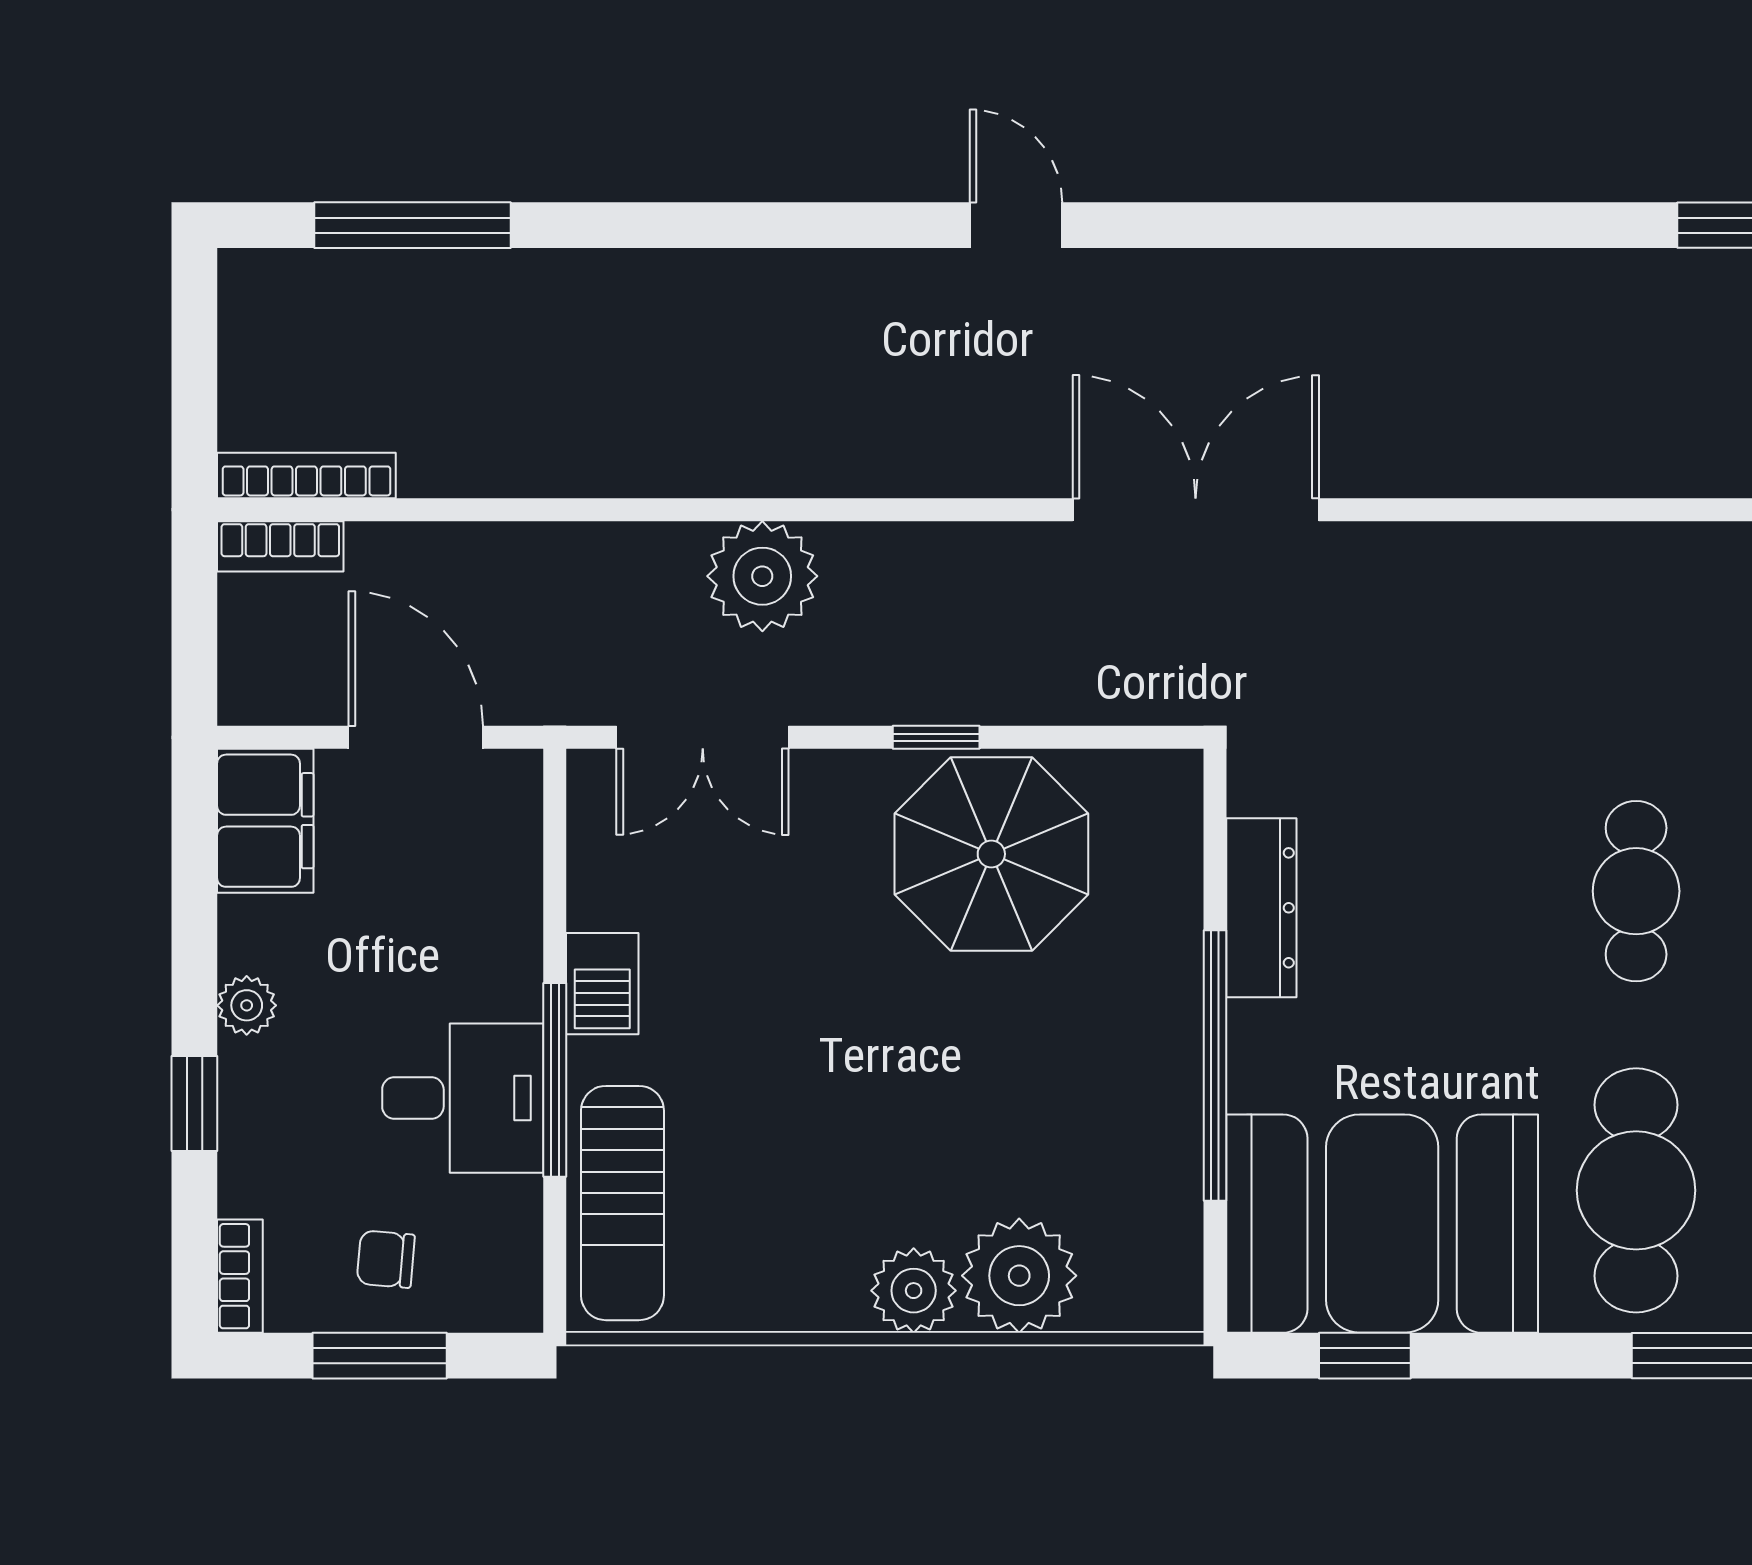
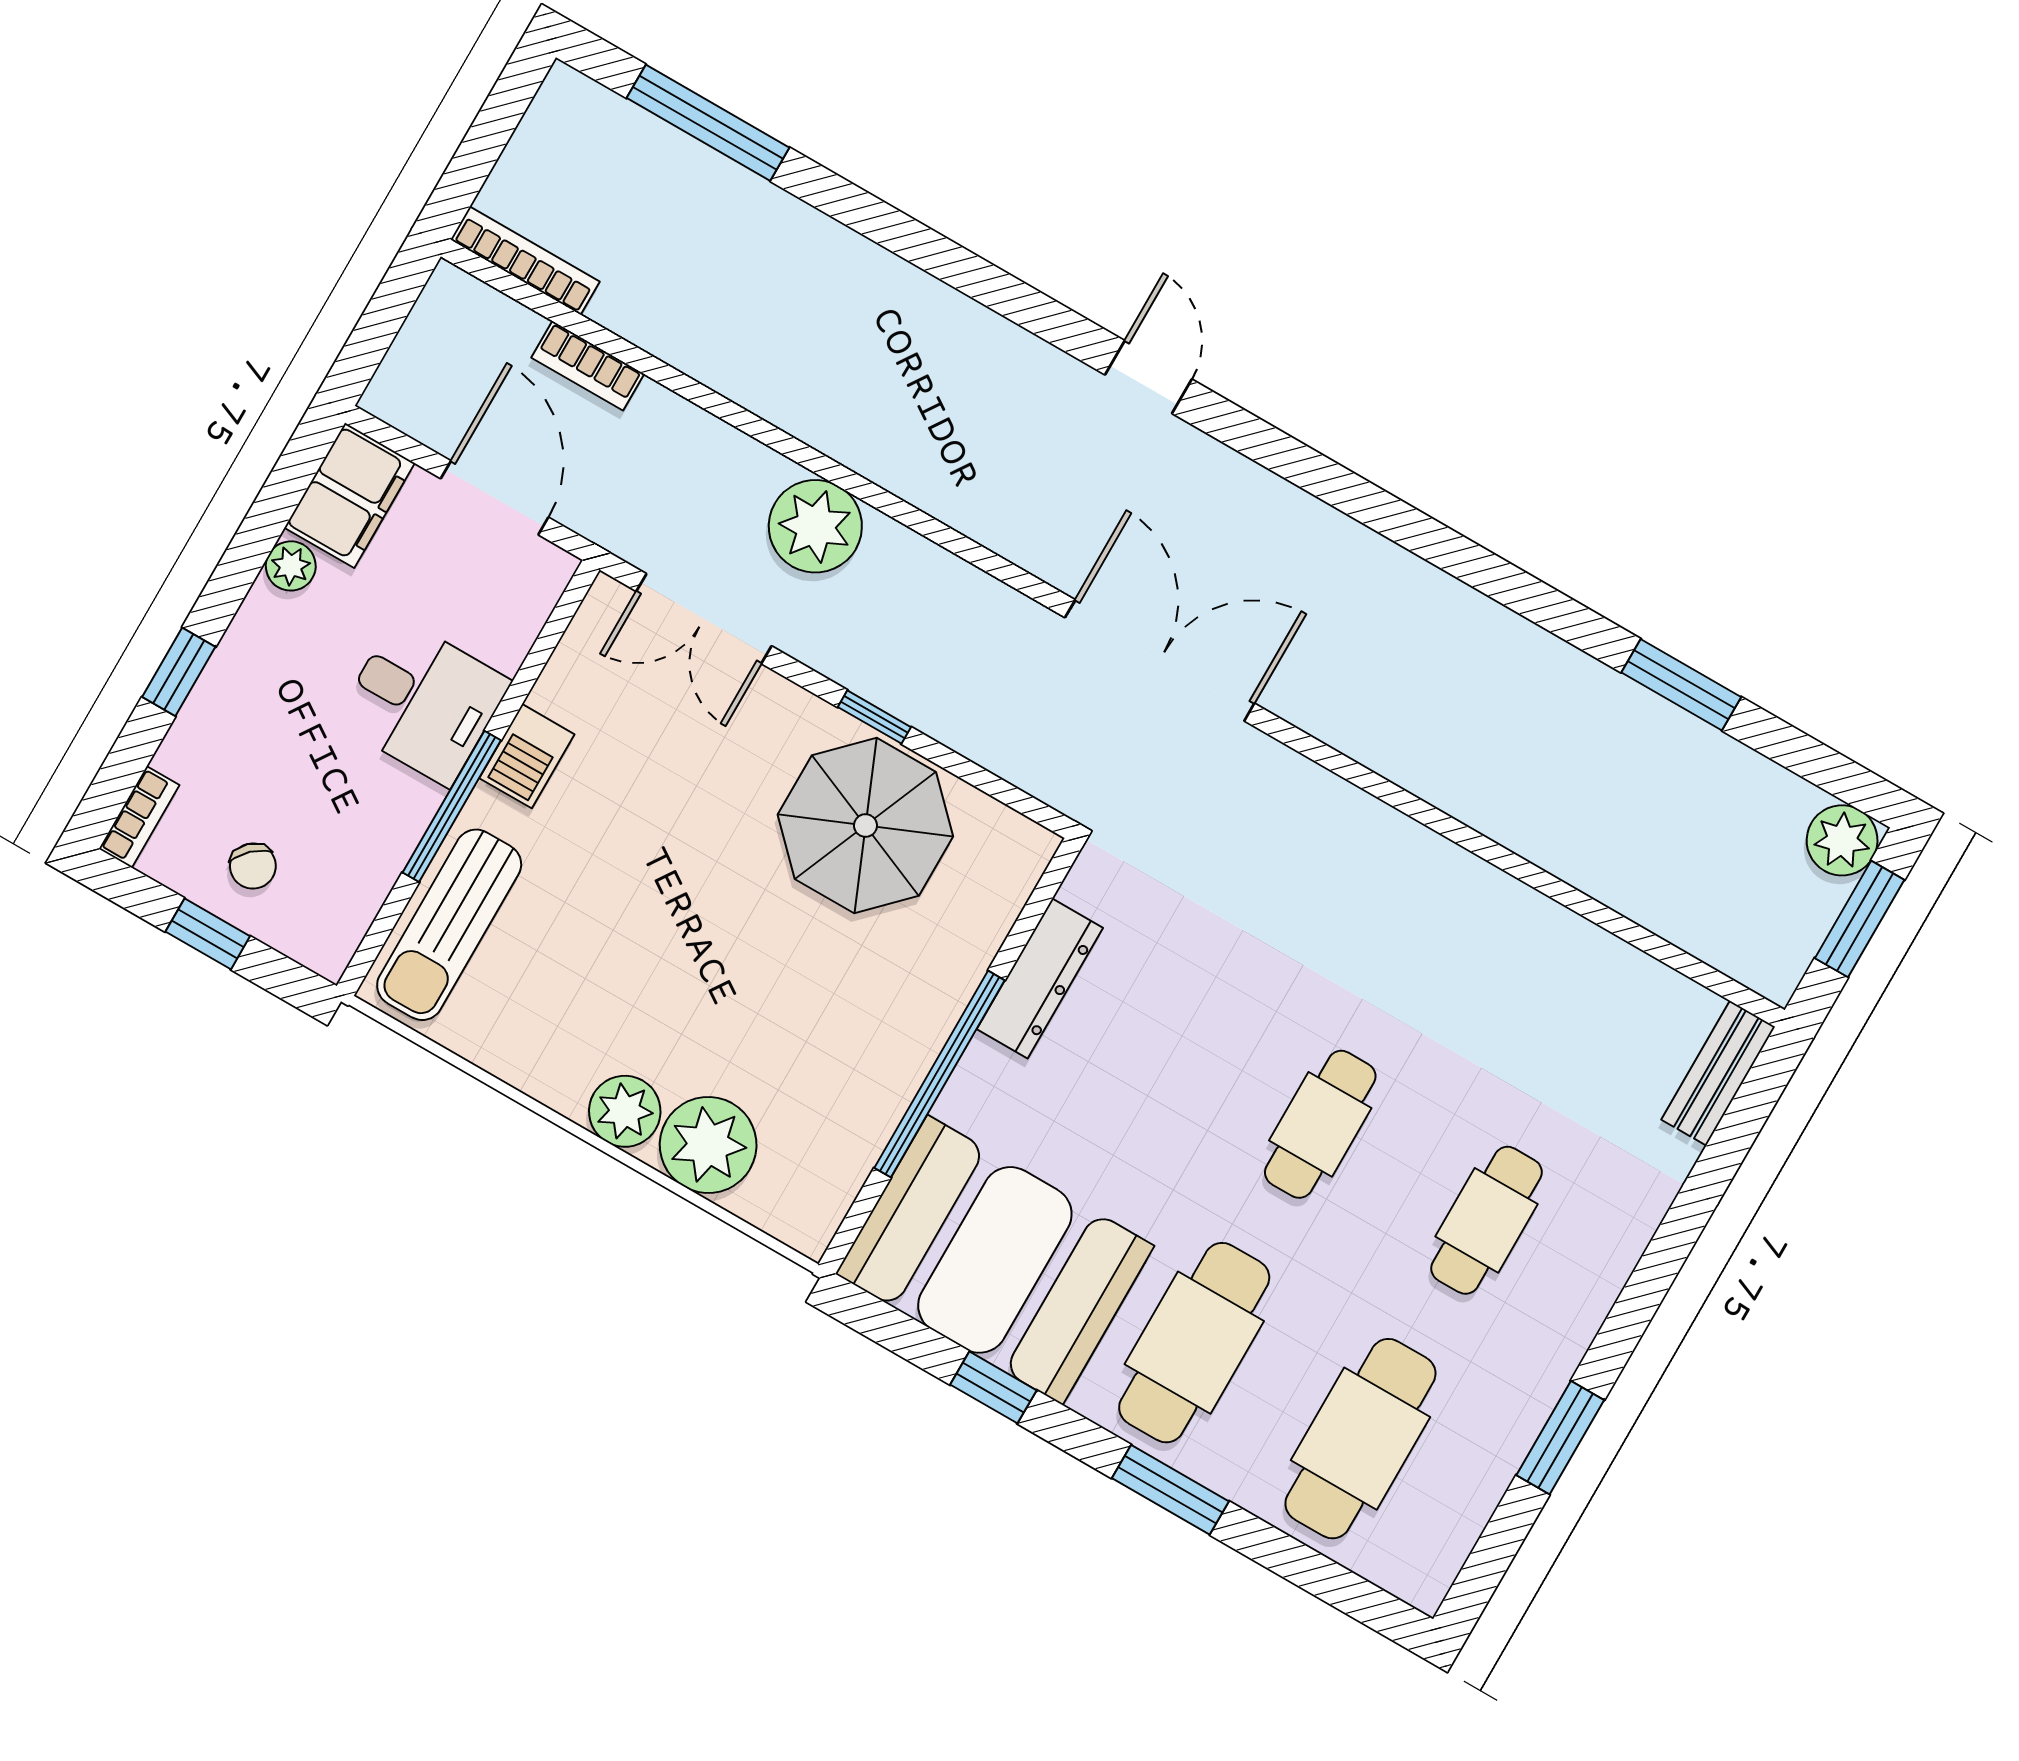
bookcase: (280, 546) -> (588, 366), moved
plant: (247, 1005) -> (291, 566), moved
desk: (463, 1098) -> (423, 701), moved
chair: (386, 1259) -> (253, 866), turned -138
window: (380, 1356) -> (208, 934), width x0.67
window: (1365, 1356) -> (993, 1387), moved

